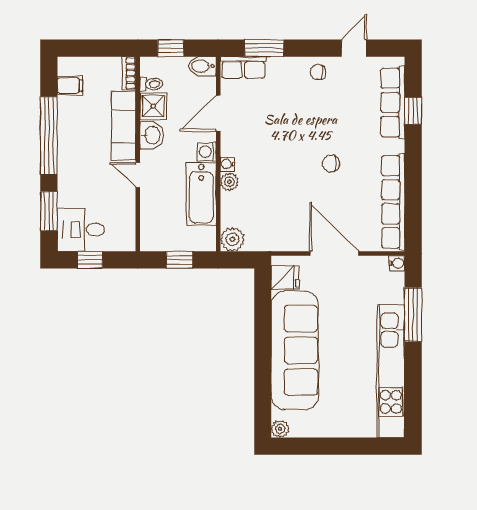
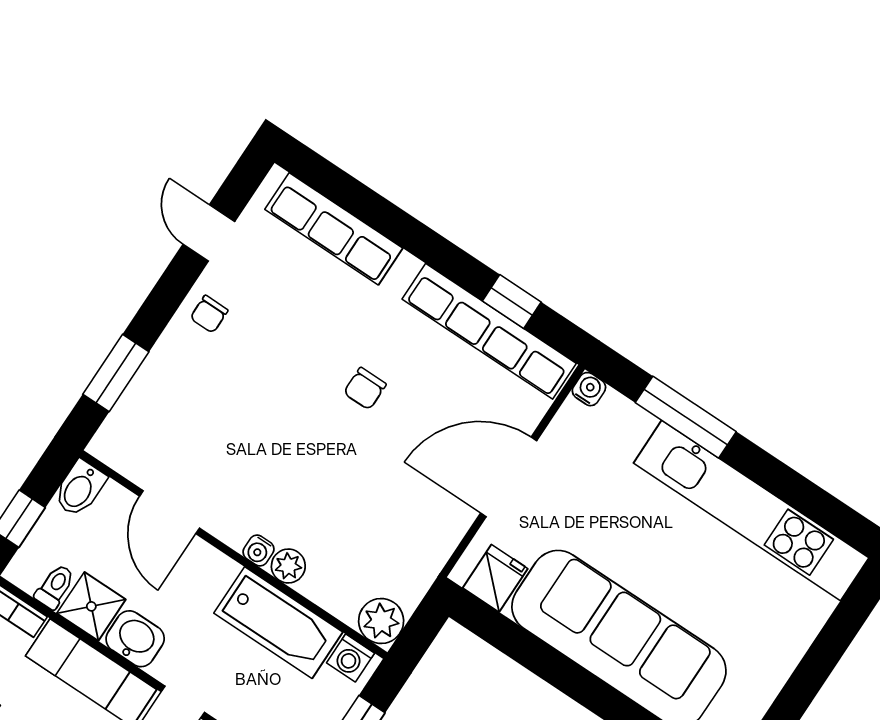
row of seats: (243, 67) -> (124, 426), removed
window: (413, 111) -> (512, 302), moved
washing machine: (207, 152) -> (350, 658), moved

